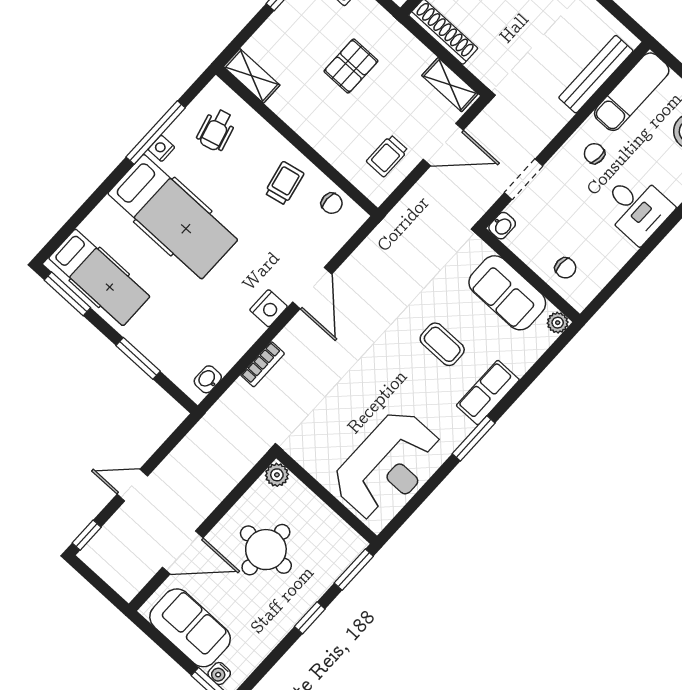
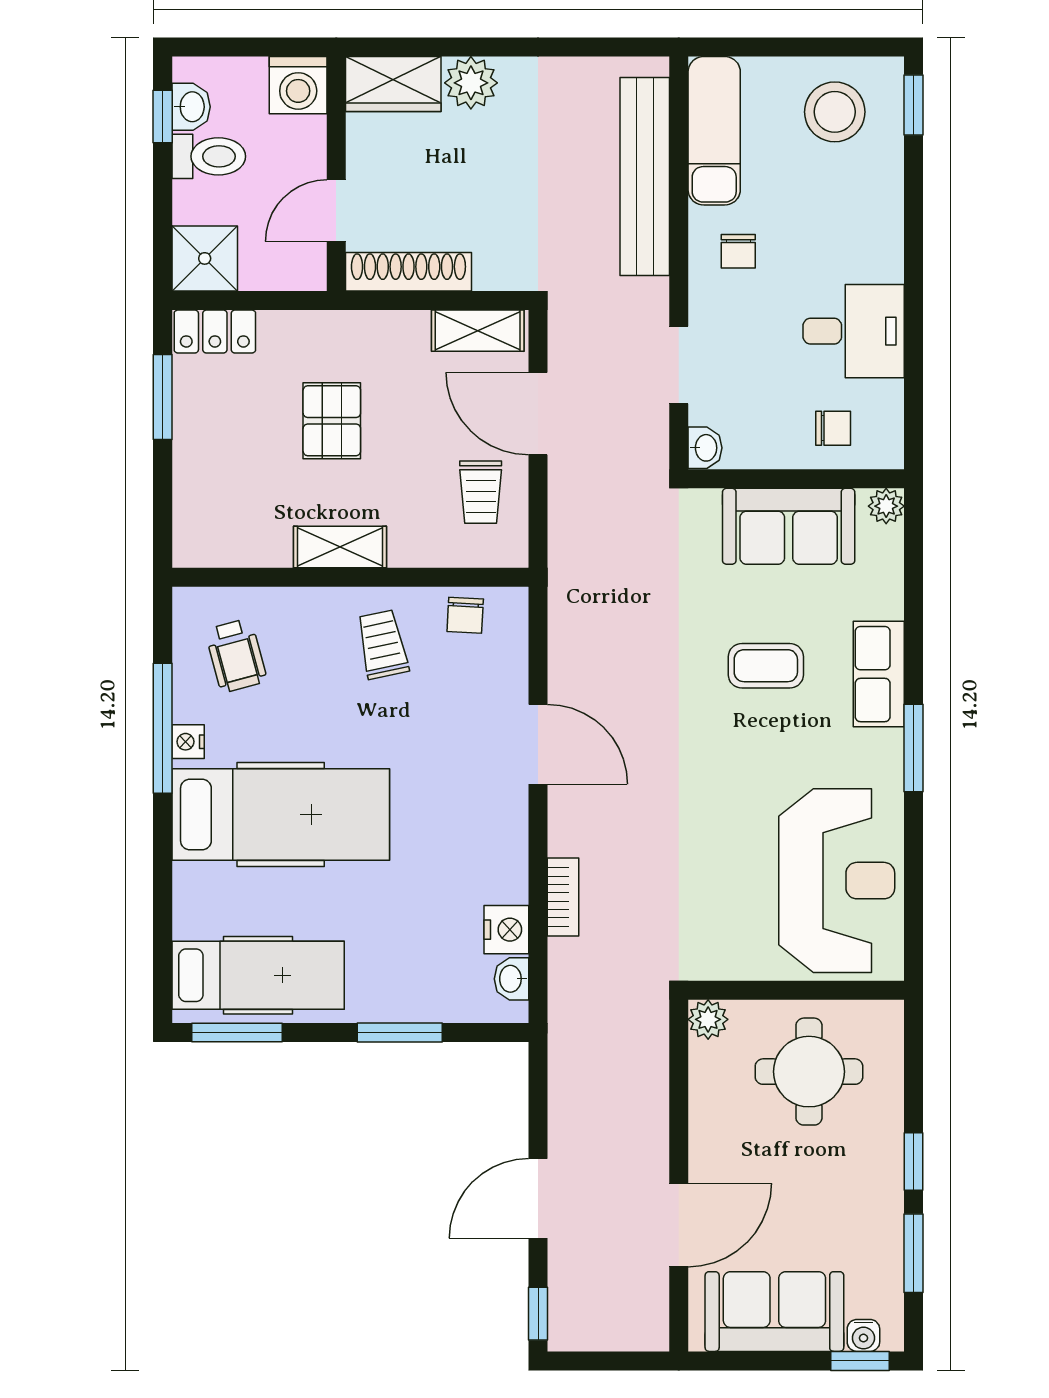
bench: (596, 74) -> (645, 176), width x1.37, depth x1.21
shelving: (252, 76) -> (340, 547), moved
door: (443, 145) -> (538, 414), swing flipped
chair: (594, 153) -> (738, 251), turned -95
chair: (332, 203) -> (465, 615), turned 93
desk: (637, 208) -> (854, 331), moved
nightstand: (269, 308) -> (506, 930), moved
door: (132, 485) -> (538, 1198), width x1.38
round table: (266, 550) -> (809, 1072), moved
window: (354, 570) -> (913, 1253), moved

